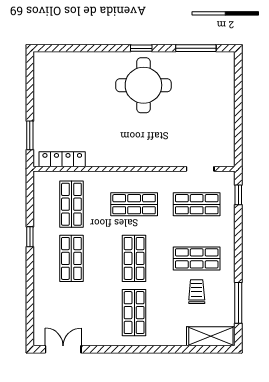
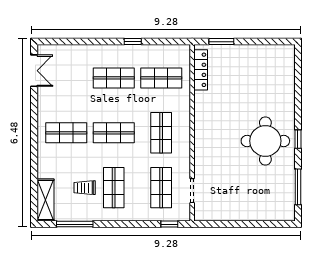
trolley: (197, 292) -> (85, 188), turned 180

